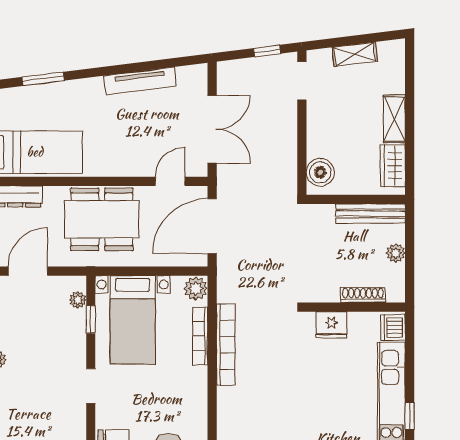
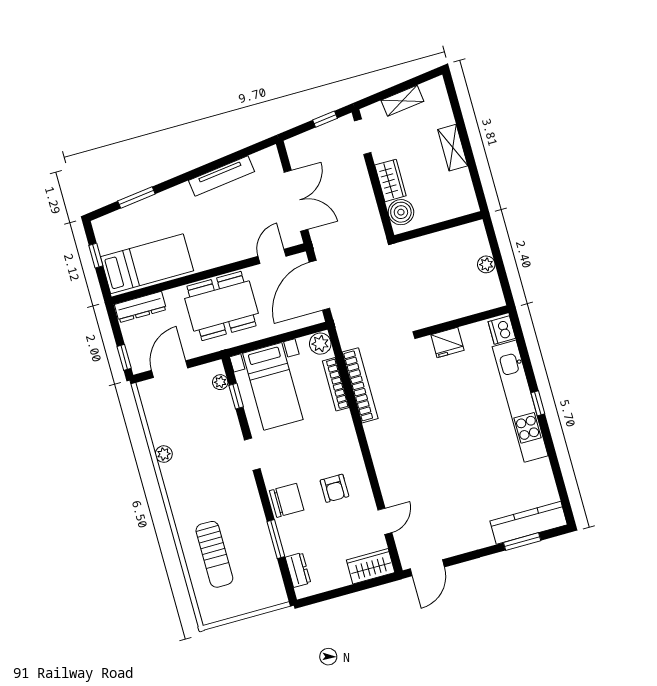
wardrobe: (393, 166) -> (390, 180), moved, turned 180
bench: (370, 214) -> (455, 236), removed
shoe rack: (363, 295) -> (468, 309), removed

